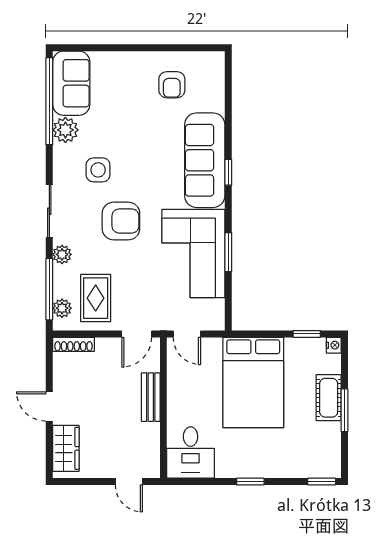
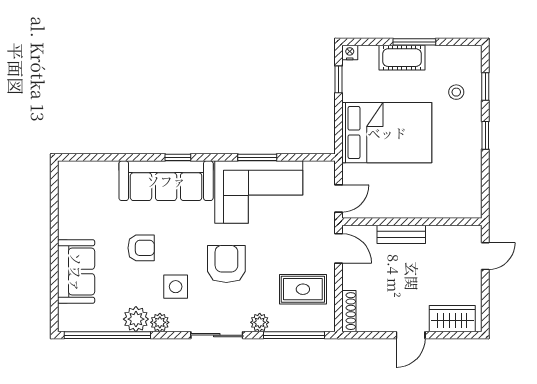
sofa: (71, 83) -> (76, 272), moved, turned 90
armchair: (172, 85) -> (141, 248), moved
plant: (62, 308) -> (160, 322), moved
desk: (191, 452) -> (456, 195), removed
stool: (294, 452) -> (456, 92), added
window: (322, 482) -> (485, 86), moved

